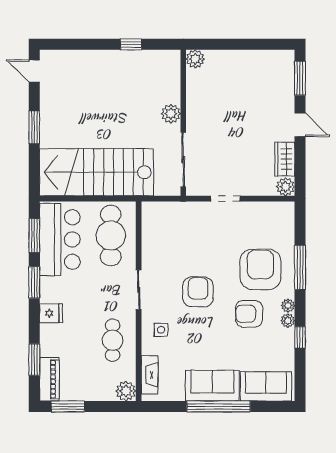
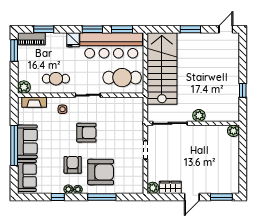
bar counter: (60, 240) -> (111, 45), width x1.36

